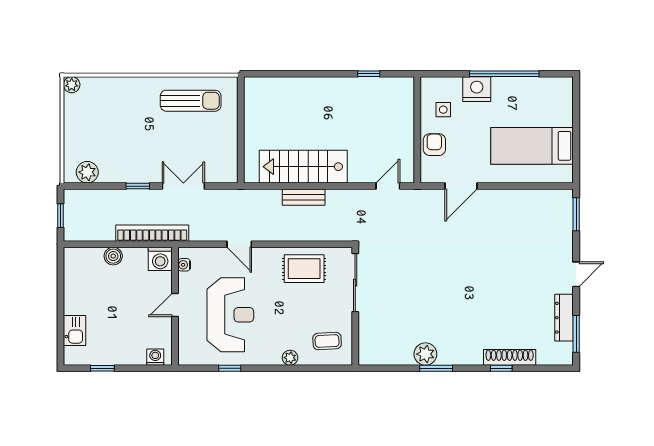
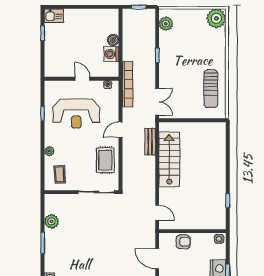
plant: (72, 85) -> (216, 18), width x1.88, depth x1.88
side table: (443, 110) -> (219, 239), moved
double door: (183, 186) -> (157, 102), moved
bench: (304, 197) -> (150, 142), moved
bookcase: (152, 233) -> (128, 84), moved
door: (239, 244) -> (121, 130), moved
washing machine: (160, 259) -> (111, 54), moved
kitchen sink: (75, 331) -> (54, 16), moved
plant: (425, 354) -> (52, 221), moved
washing machine: (155, 357) -> (50, 66), removed

